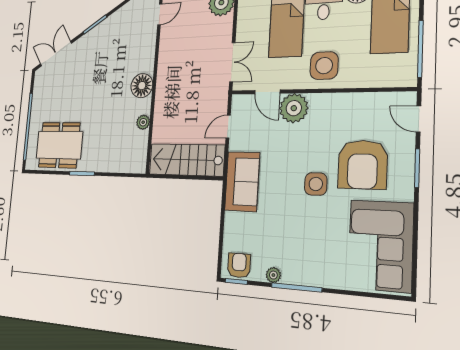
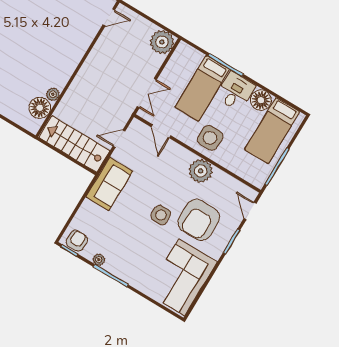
floor lamp: (142, 86) -> (40, 108), moved
plant: (294, 108) -> (201, 171), moved

